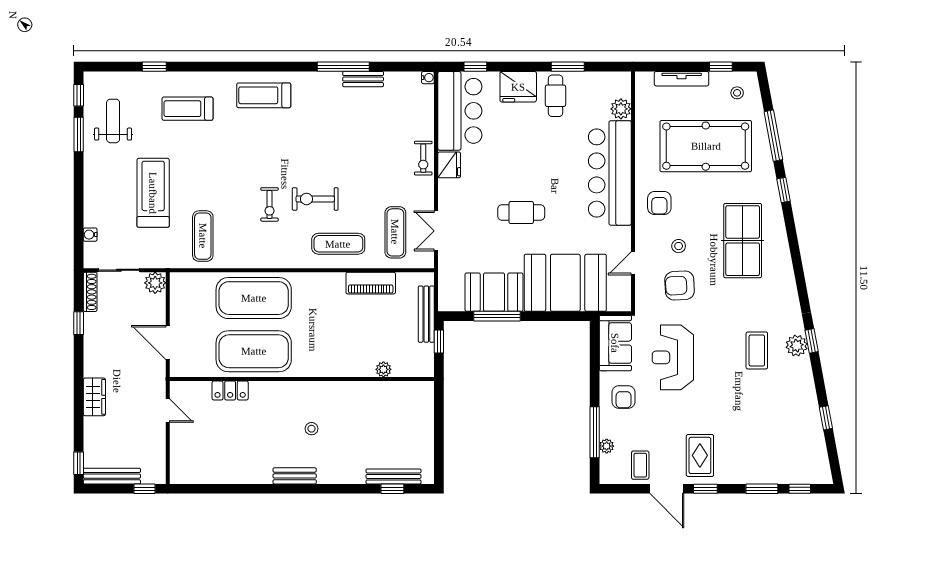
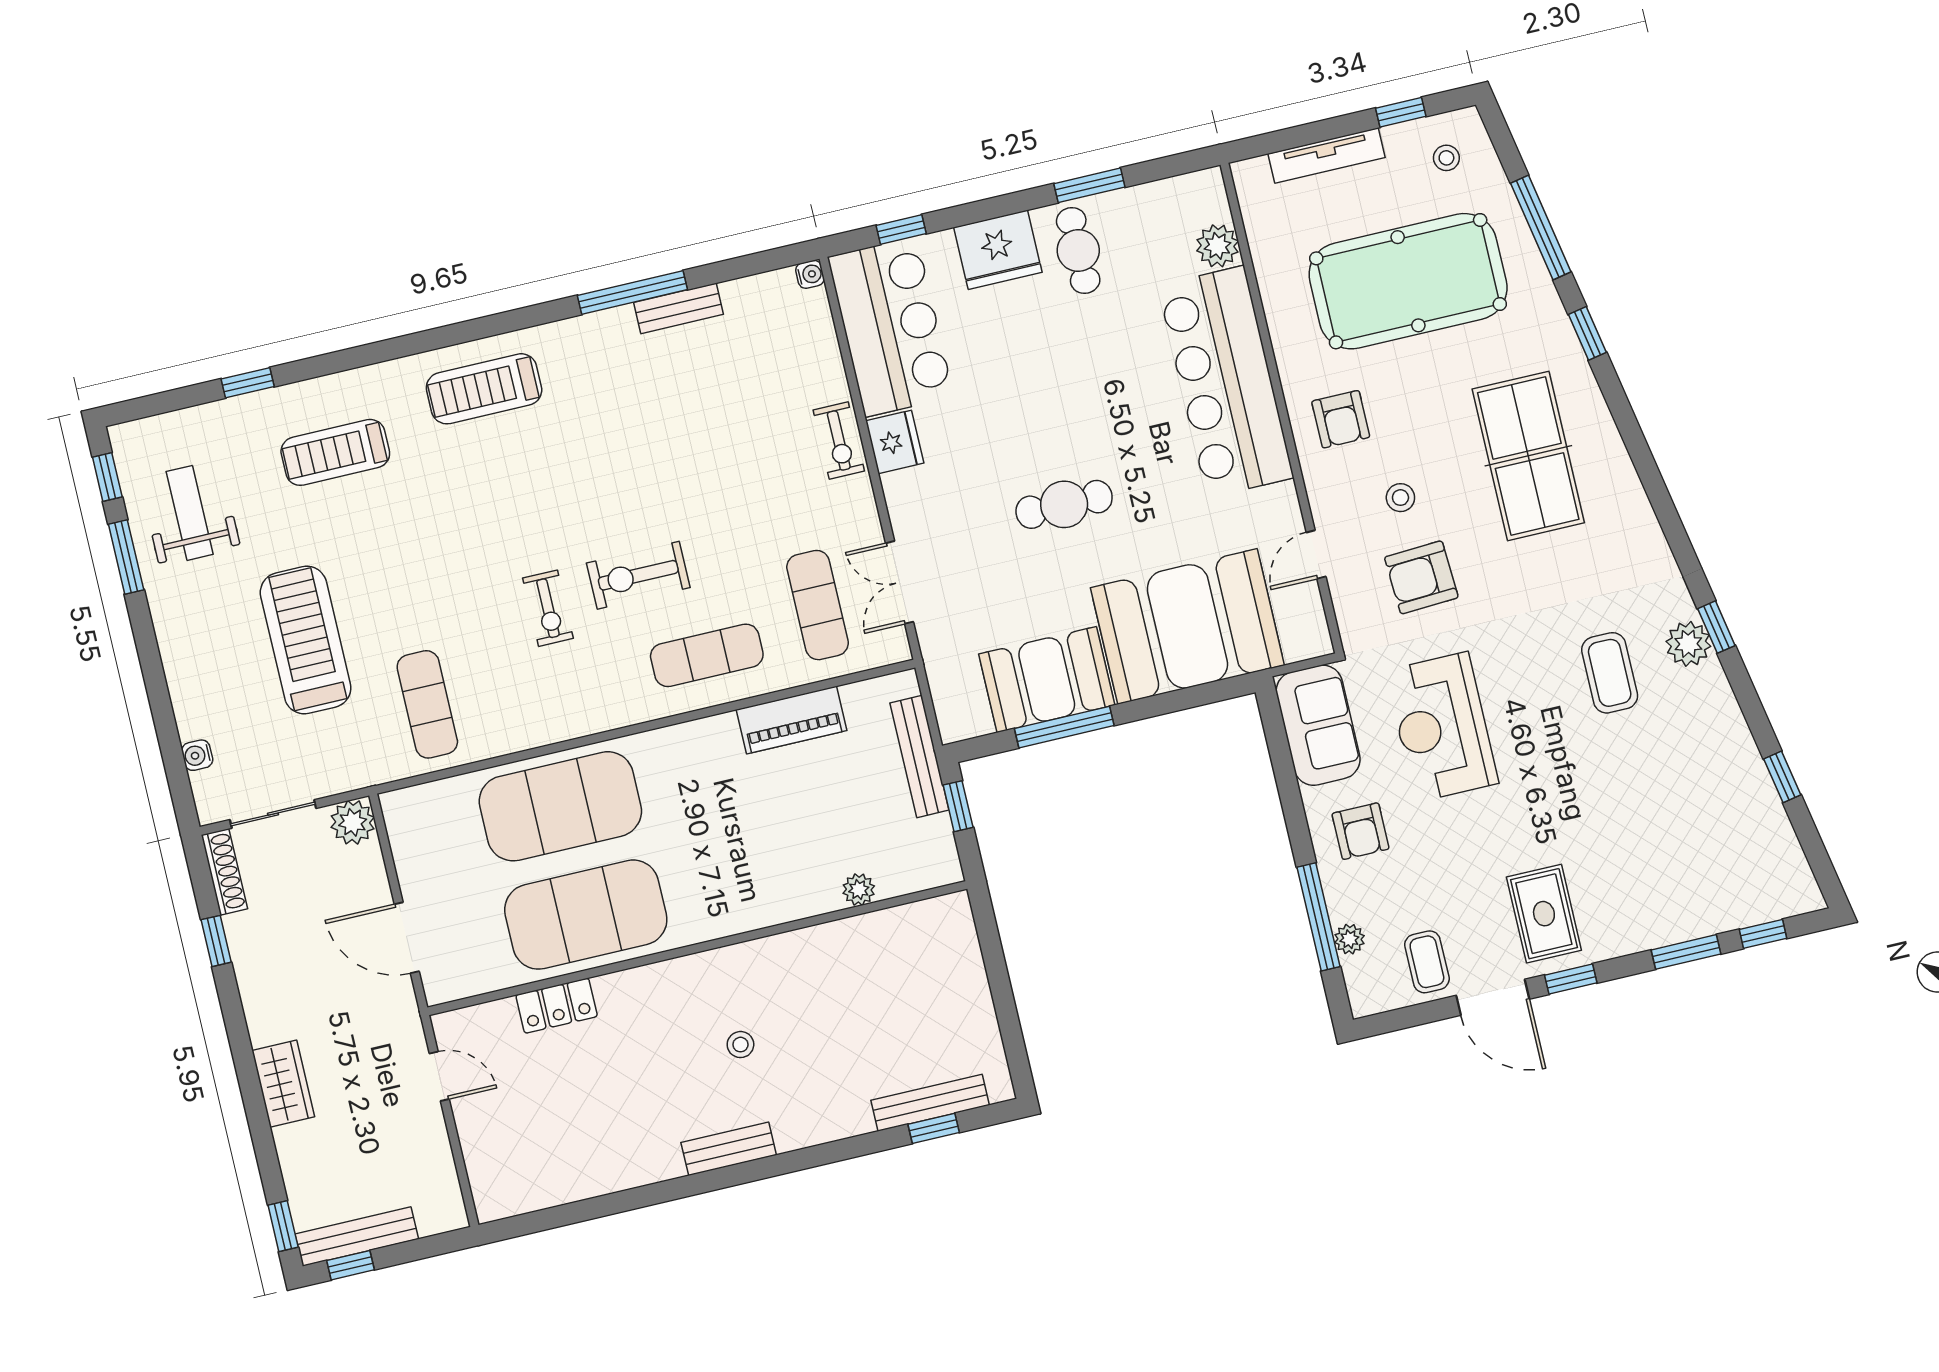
window: (144, 489) -> (351, 1265), moved

